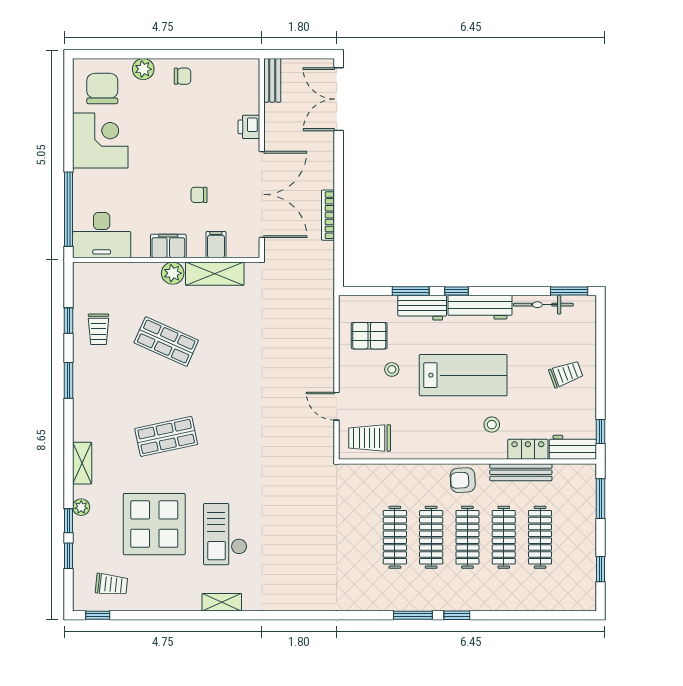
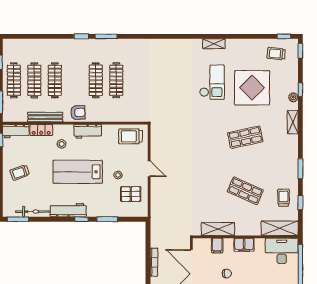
plant: (173, 273) -> (242, 229), removed
shelving: (105, 275) -> (280, 228), added
workbench: (422, 308) -> (88, 131), moved, turned 180
door: (337, 406) -> (149, 169), moved
trolley: (370, 438) -> (130, 136), turned 180
clothes rail: (467, 537) -> (14, 80), moved
window: (69, 556) -> (300, 51), moved

